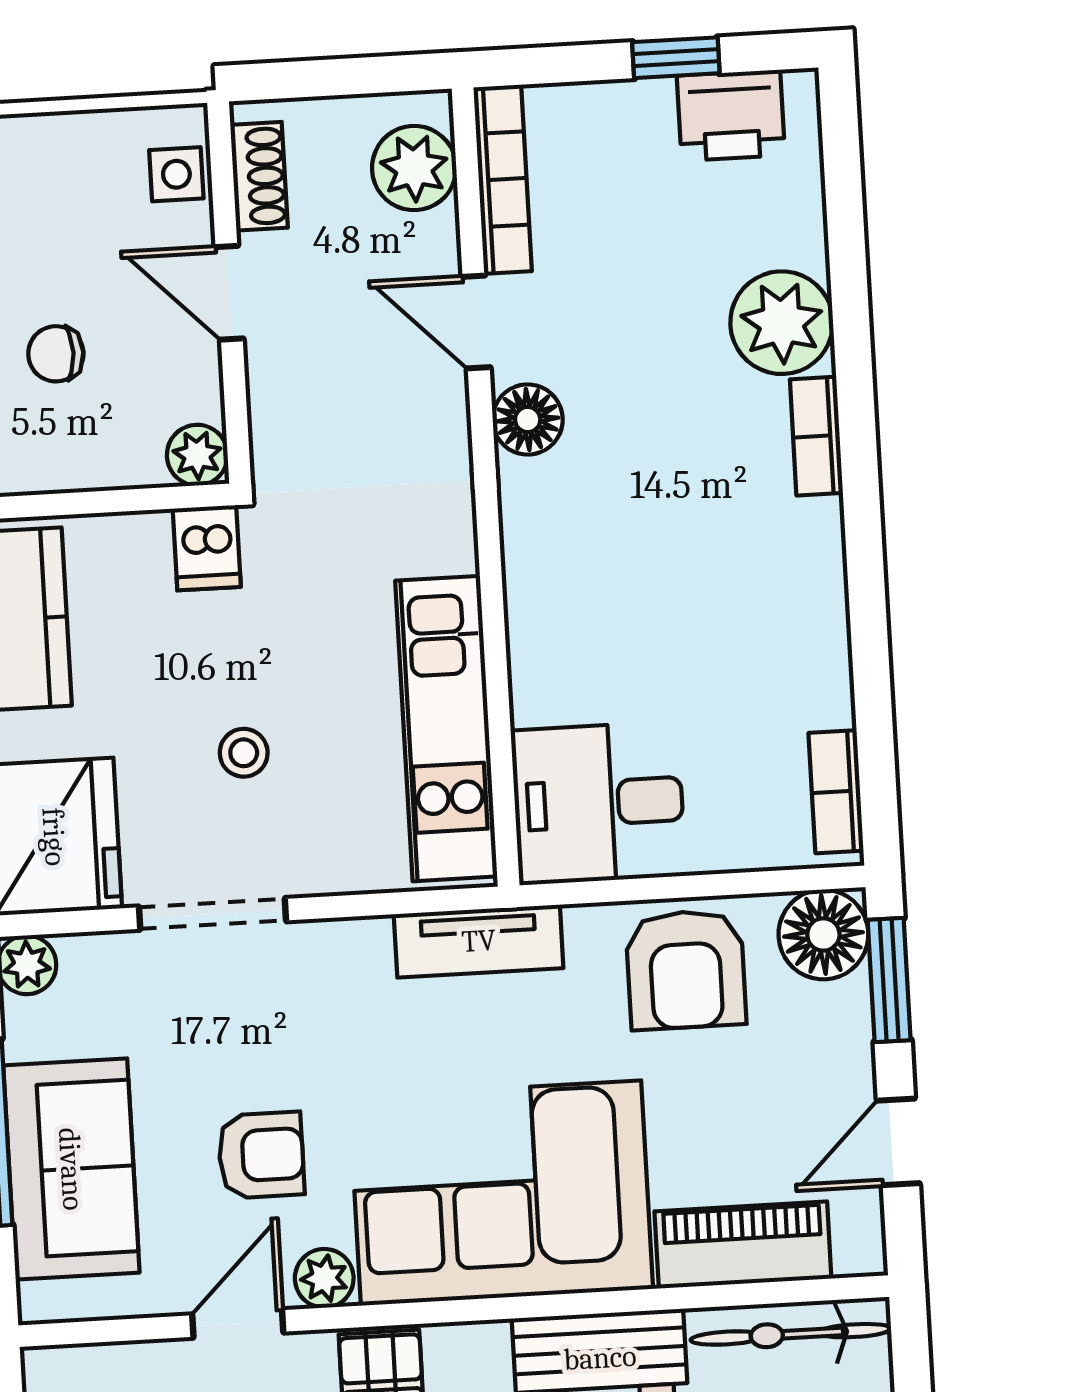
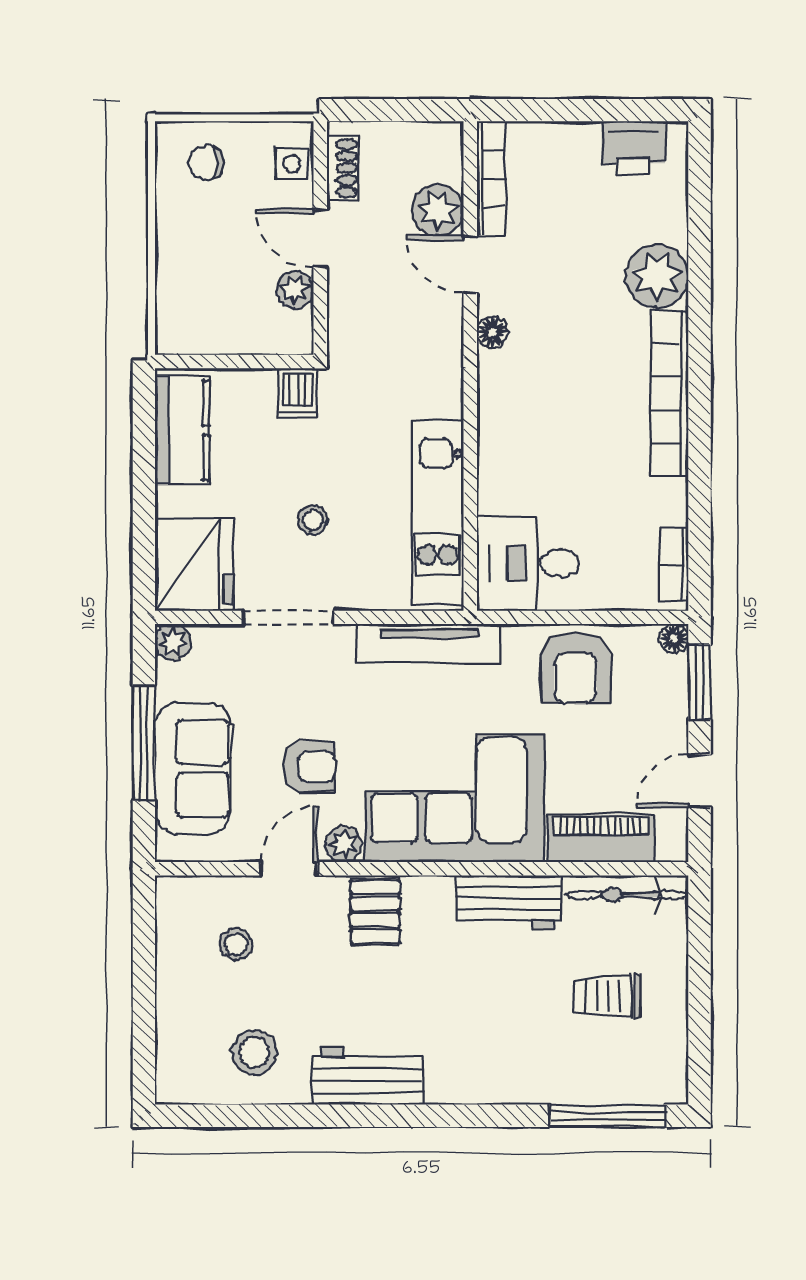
window: (676, 58) -> (602, 110), removed
plant: (414, 168) -> (438, 210), moved
chair: (56, 354) -> (206, 162), moved
floor lamp: (528, 419) -> (492, 332), width x0.73, depth x0.73
bookcase: (816, 436) -> (670, 393), width x2.31, depth x1.31
plant: (197, 455) -> (295, 290), moved
floor lamp: (823, 934) -> (674, 639), width x0.53, depth x0.53
tv unit: (479, 941) -> (429, 643), width x1.41

